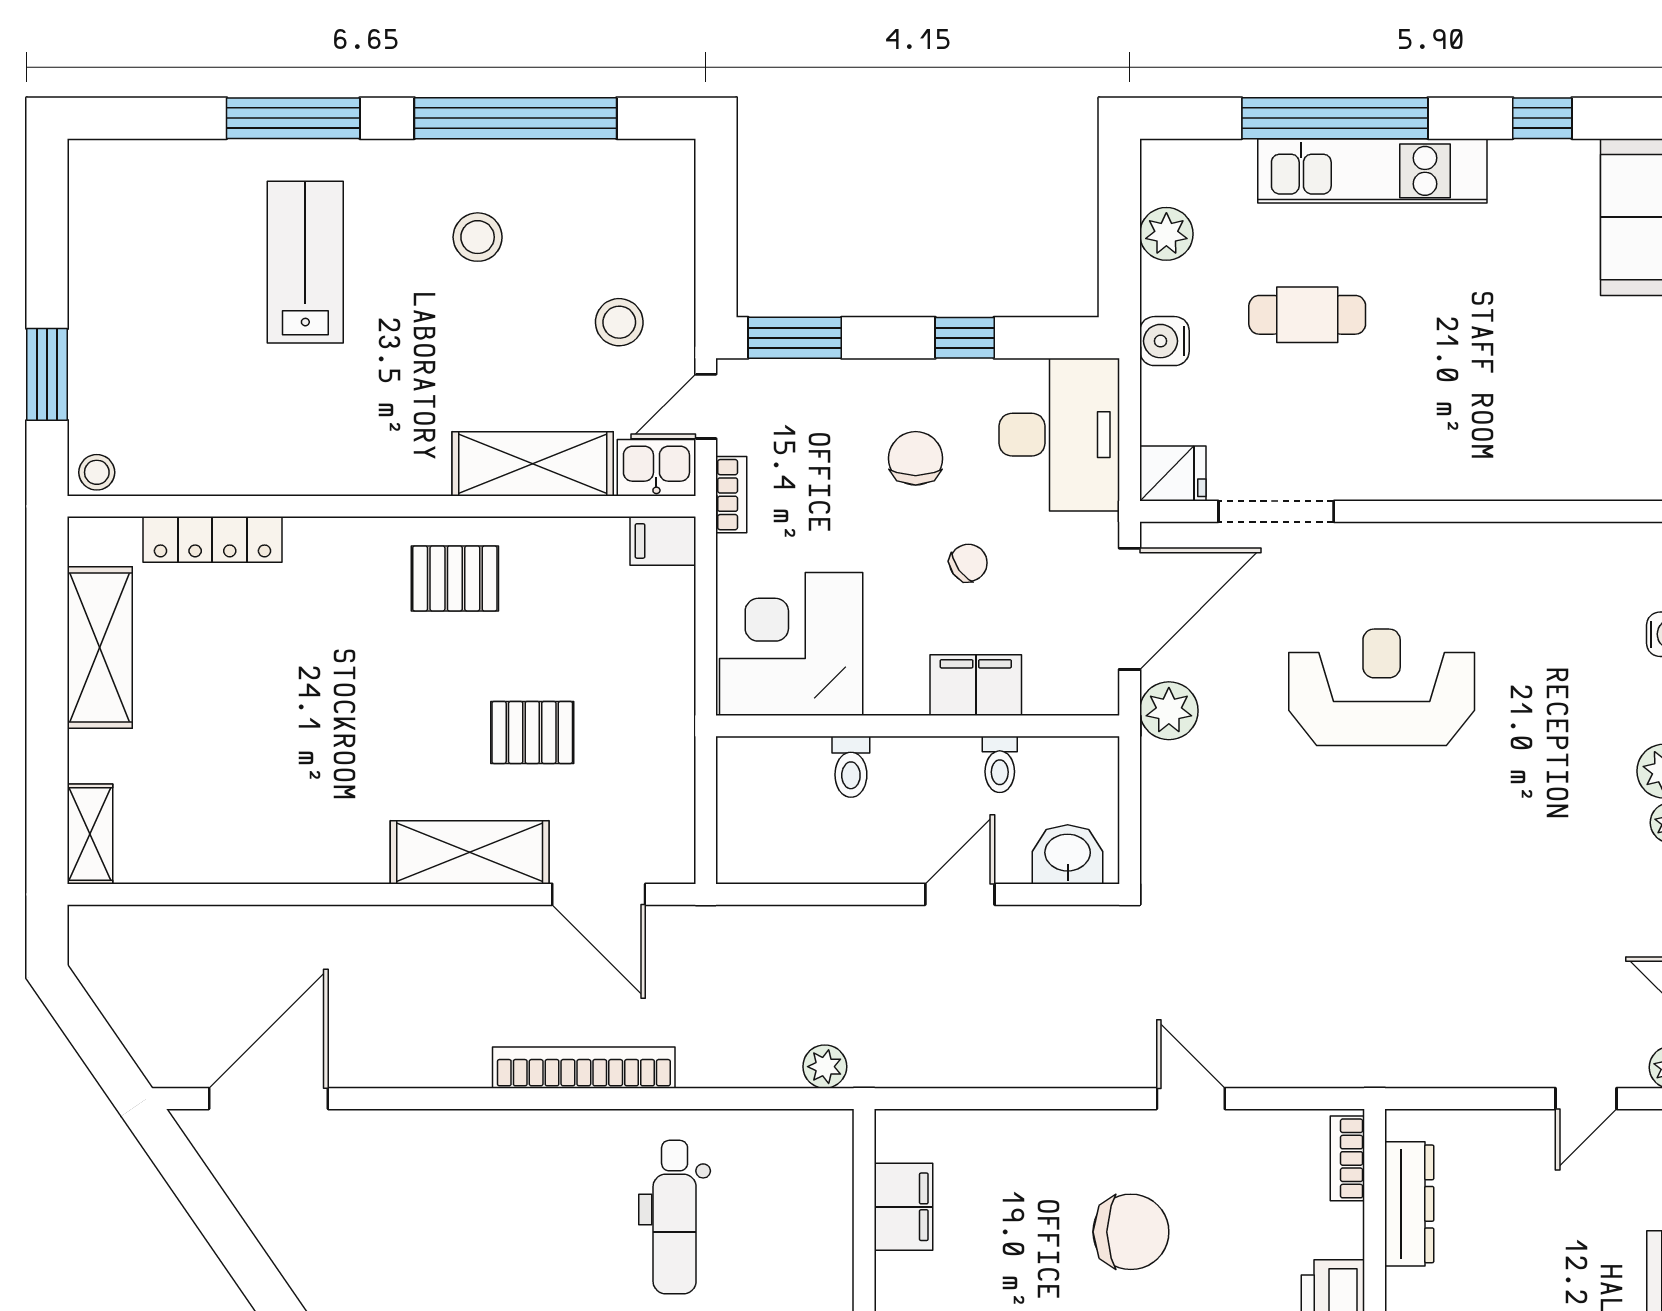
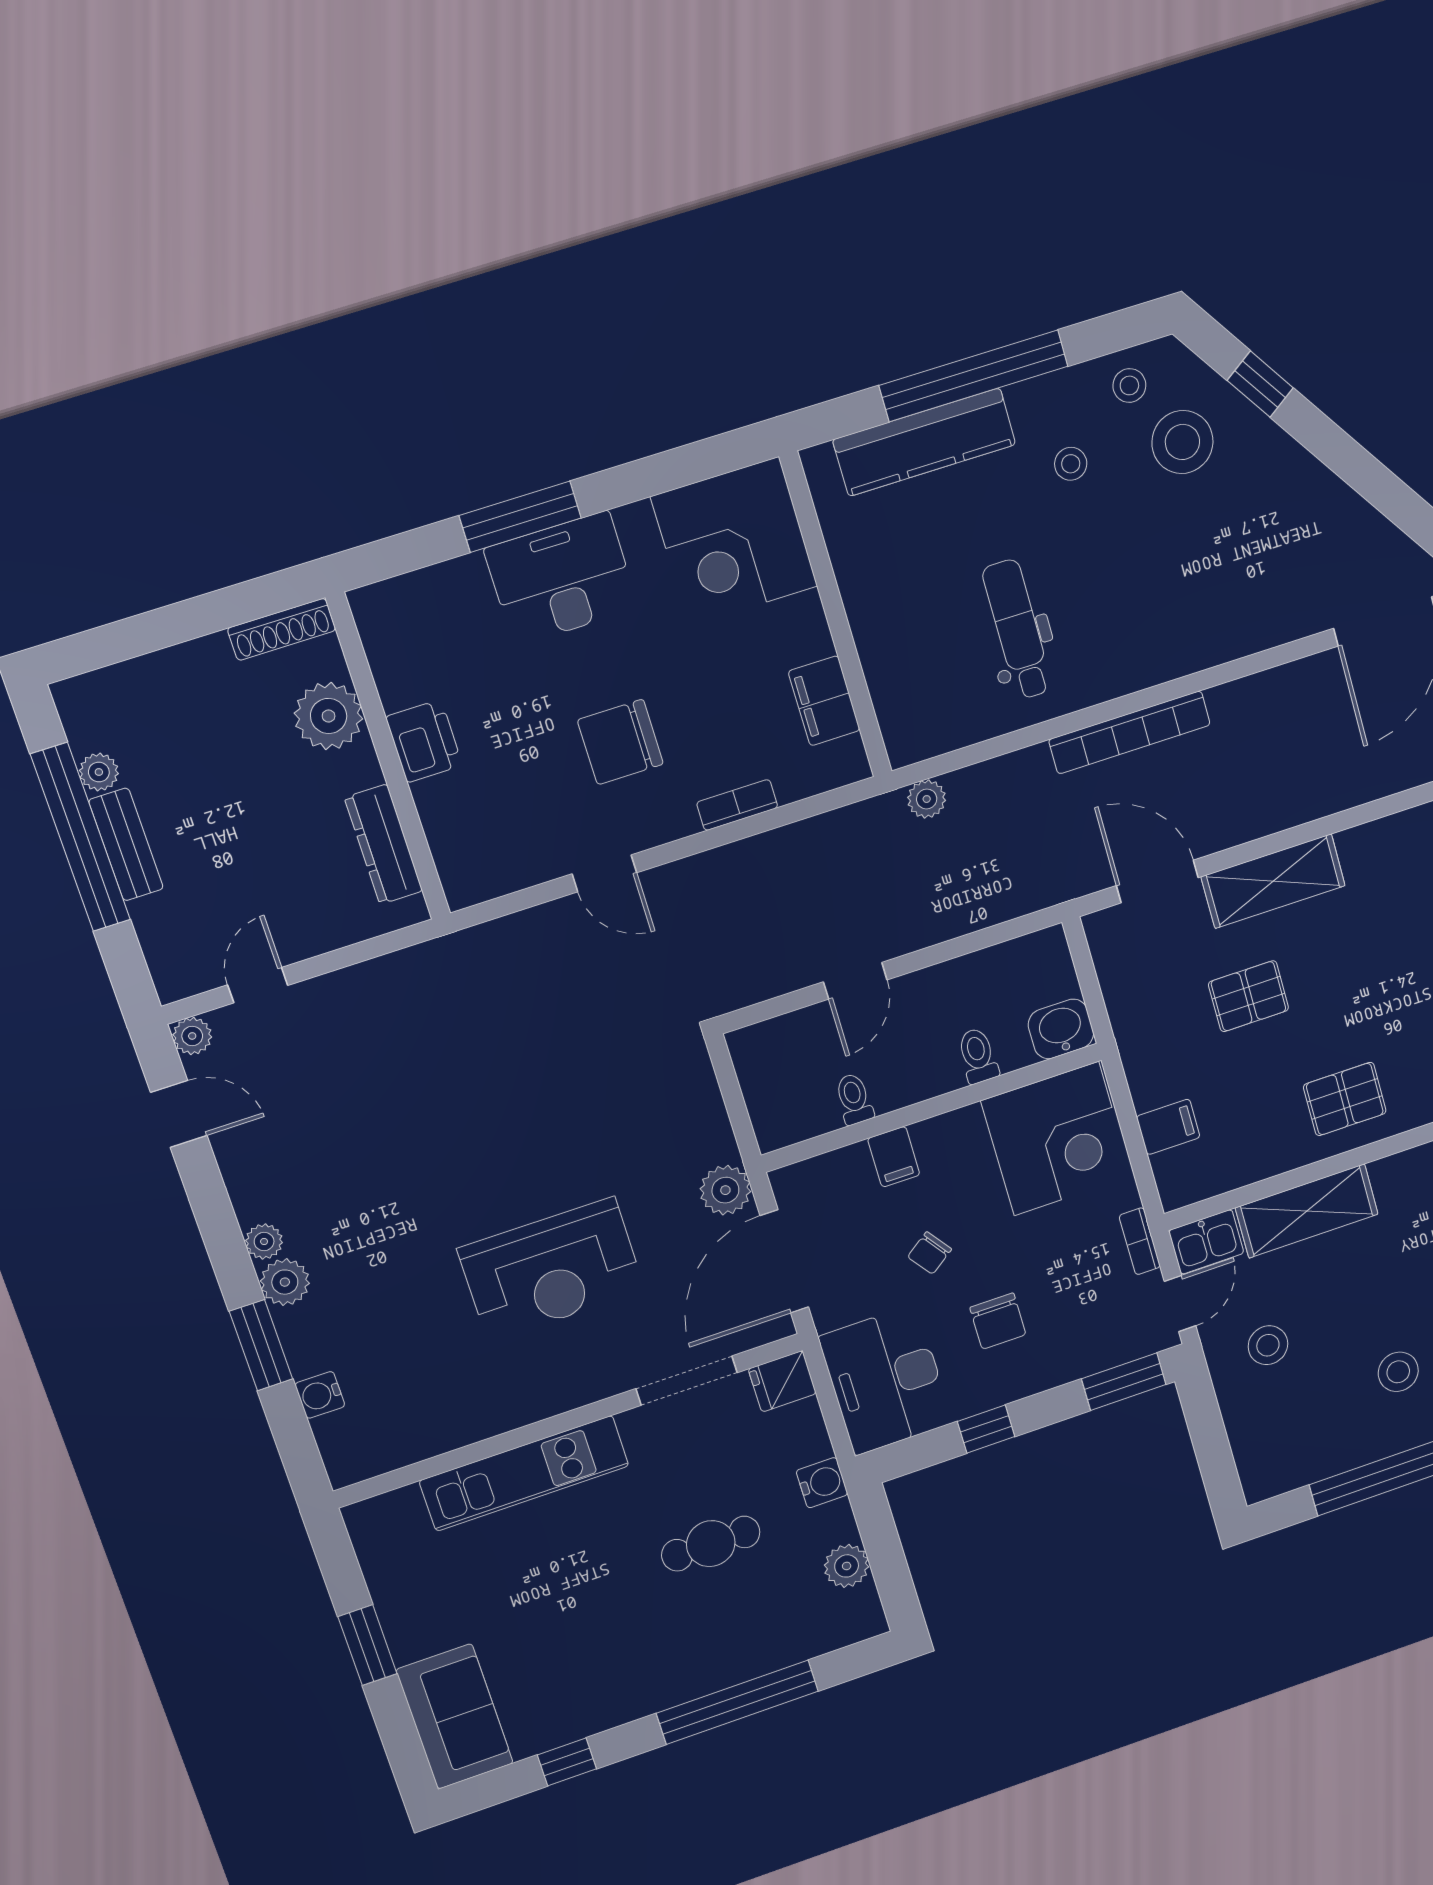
kitchen unit: (1372, 171) -> (524, 1473), moved, turned 180
filing cabinet: (663, 541) -> (1168, 1127), moved
filing cabinet: (976, 685) -> (894, 1157), width x0.50
washbasin: (1068, 854) -> (1061, 1029), moved, turned 180
bookcase: (1347, 1158) -> (737, 805), moved, turned -90

